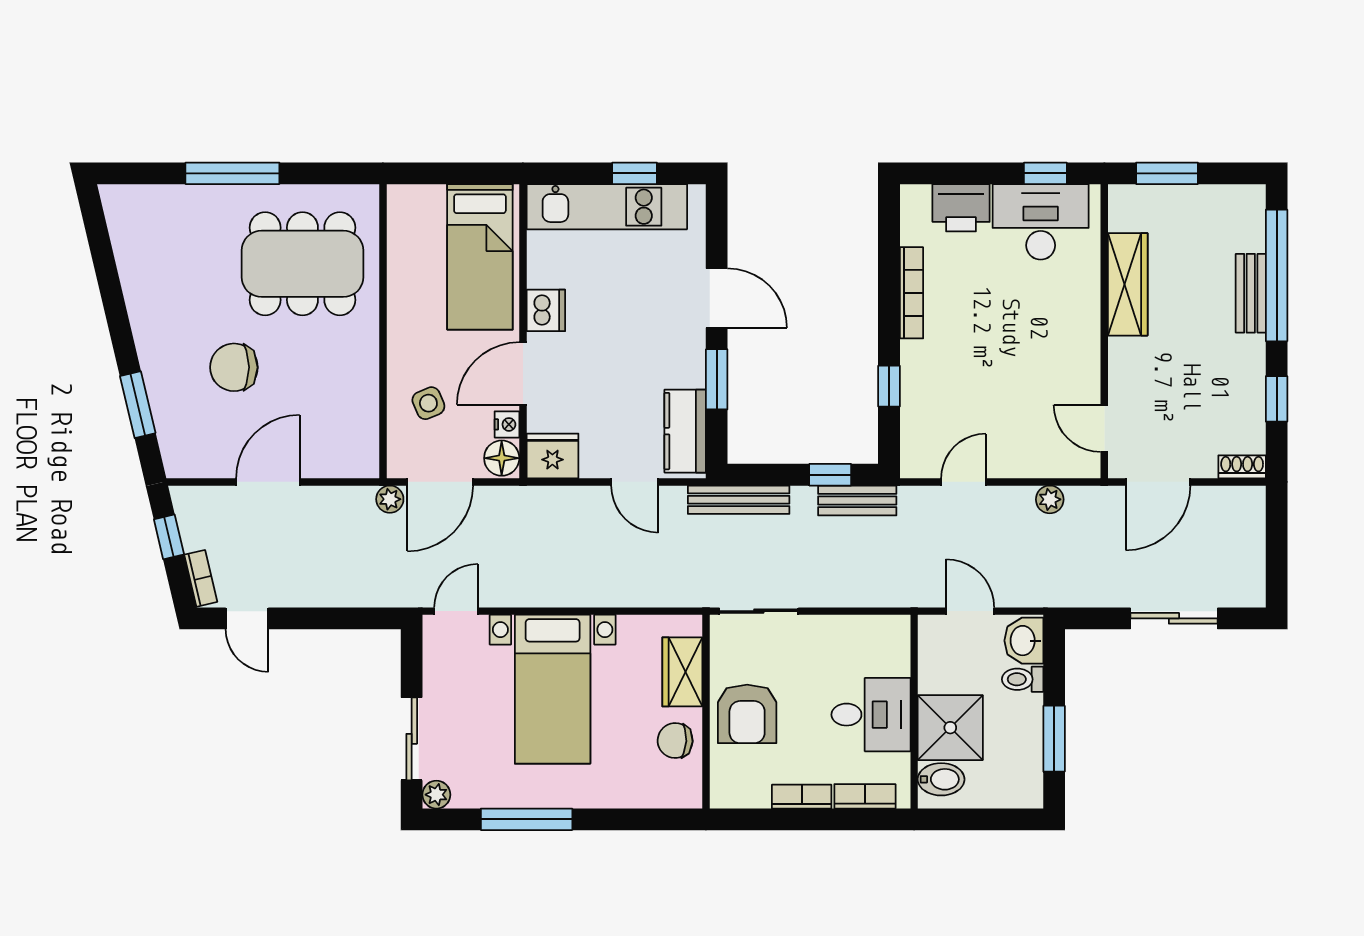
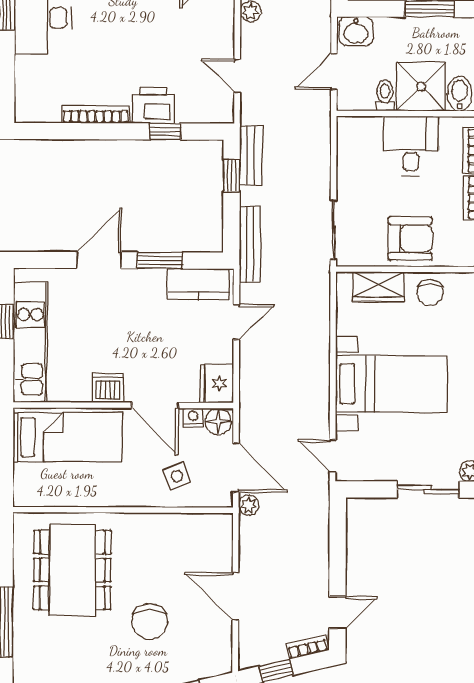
printer: (961, 208) -> (153, 106), moved, turned -90
toilet: (1023, 679) -> (385, 95), moved, turned 180

